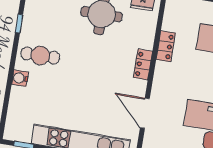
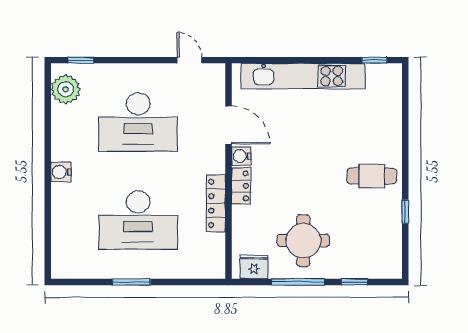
locker: (166, 46) -> (216, 203), width x1.53
water cooler: (20, 78) -> (241, 156), moved, turned 180

